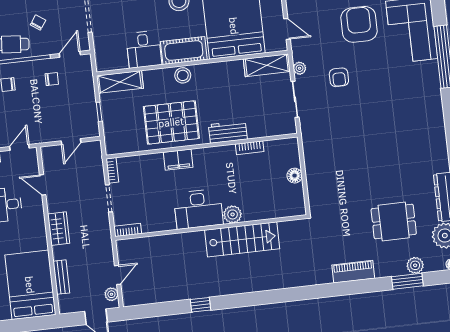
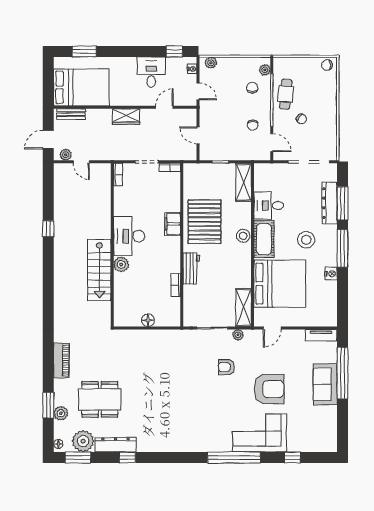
dining table: (394, 222) -> (100, 399), width x1.38
bench: (61, 277) -> (71, 114), moved

